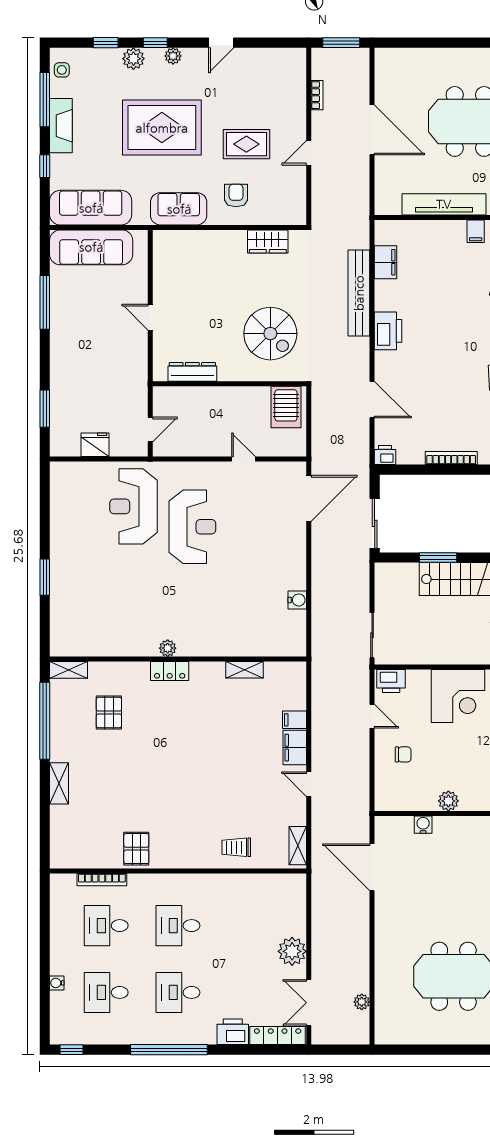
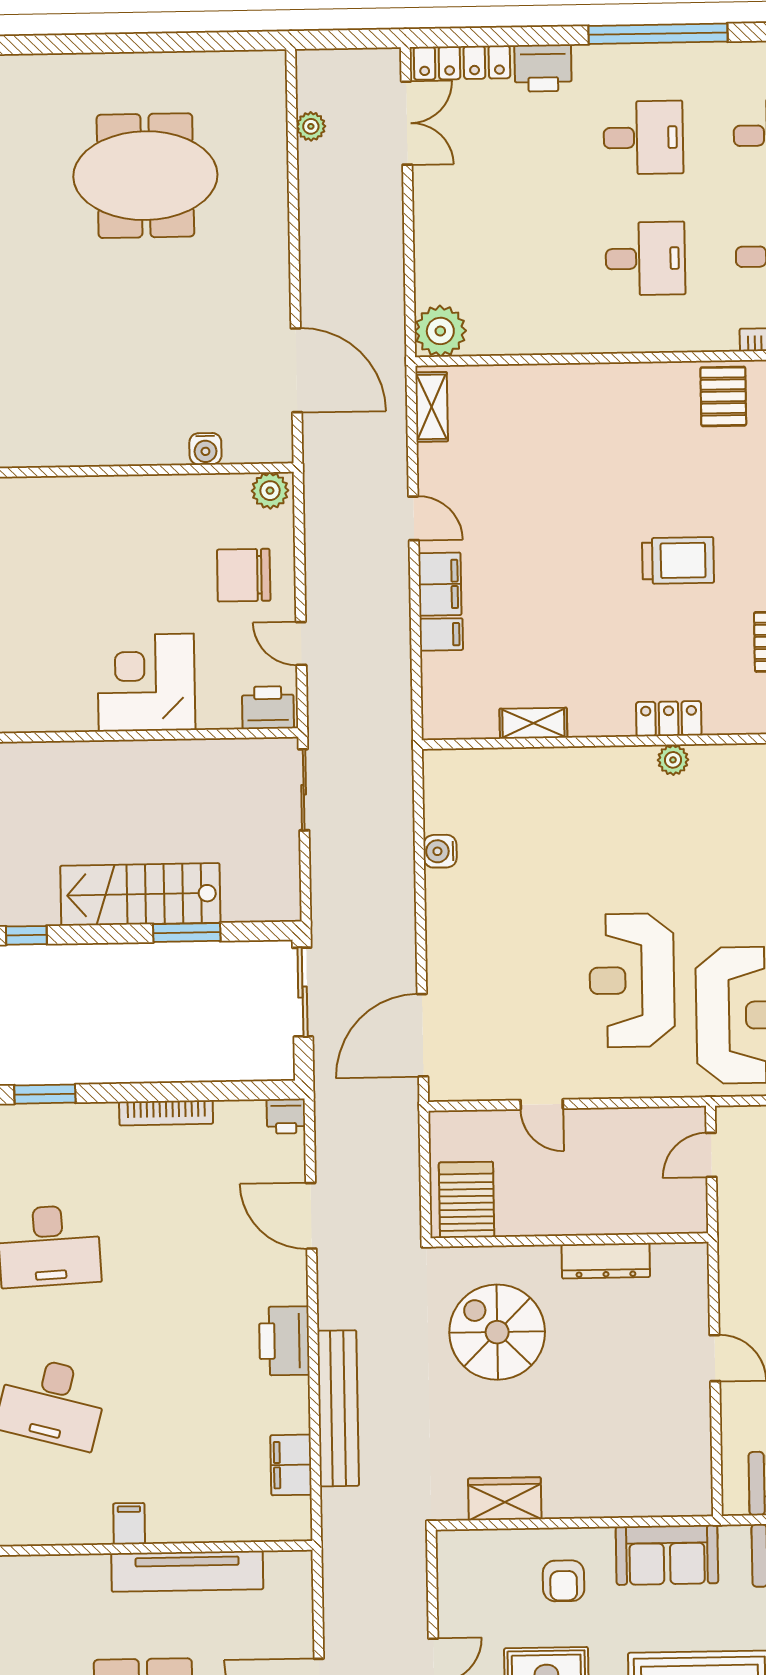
dresser: (192, 372) -> (606, 1261), moved
chair: (403, 754) -> (244, 575), width x1.87, depth x1.87
plant: (448, 801) -> (270, 491), moved
trolley: (236, 847) -> (678, 560), moved, width x1.36, depth x1.39
plant: (292, 951) -> (440, 331), moved

